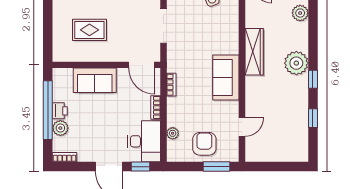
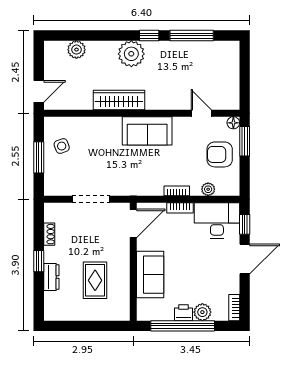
bookcase: (171, 85) -> (177, 191), moved
window: (313, 118) -> (192, 36), width x2.17
floor lamp: (233, 156) -> (233, 123), added

